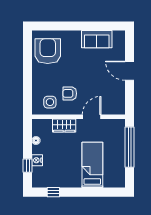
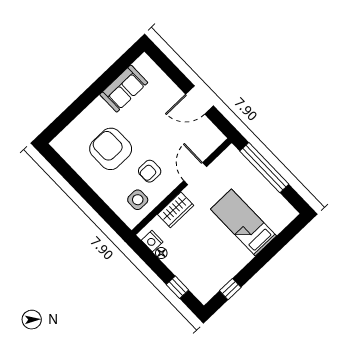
armchair: (48, 51) -> (111, 149), moved
door: (129, 71) -> (200, 100), moved
nightstand: (37, 160) -> (152, 241), moved

